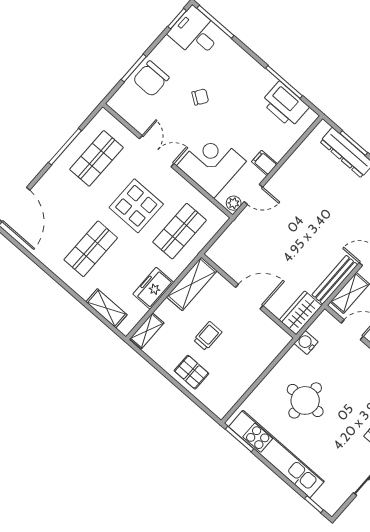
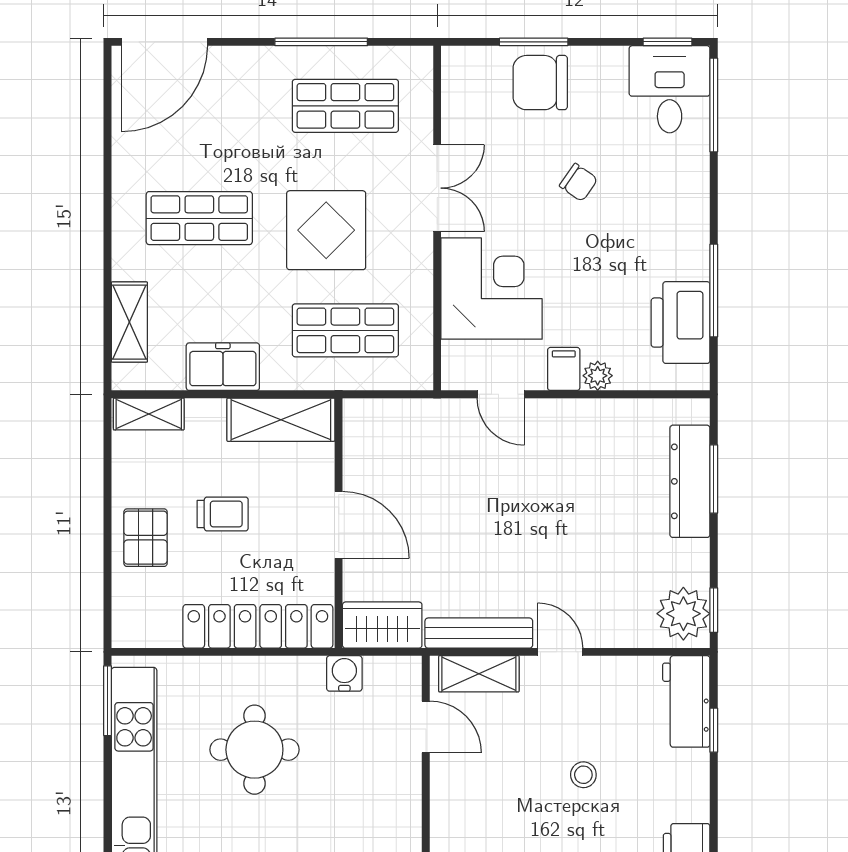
plant: (234, 203) -> (598, 376), moved
locker: (261, 359) -> (258, 626), added

